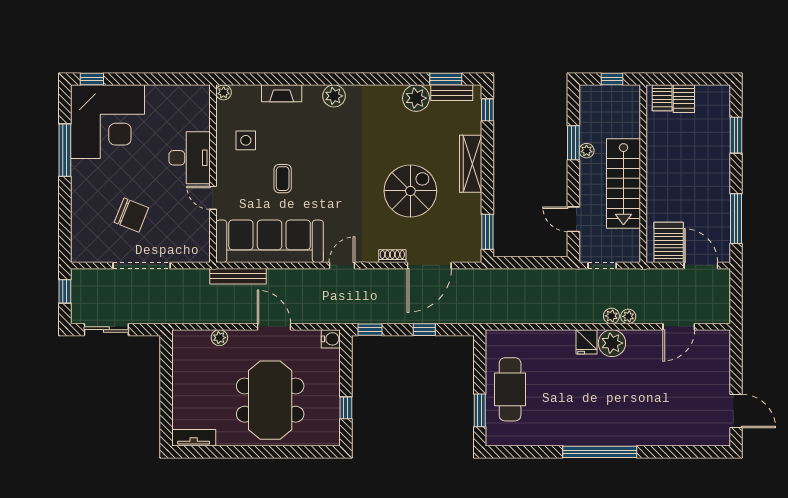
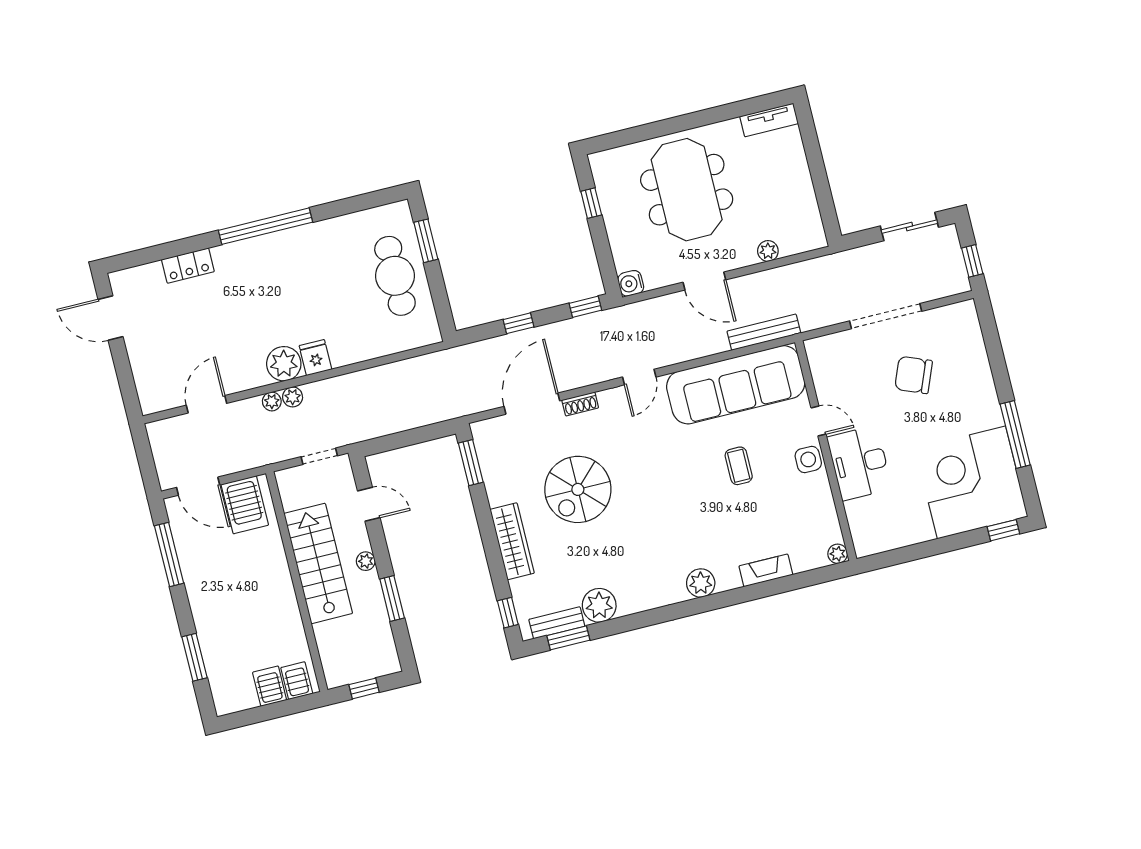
side table: (246, 140) -> (808, 459), moved
plant: (587, 151) -> (366, 561), moved
locker: (667, 436) -> (188, 266), added

